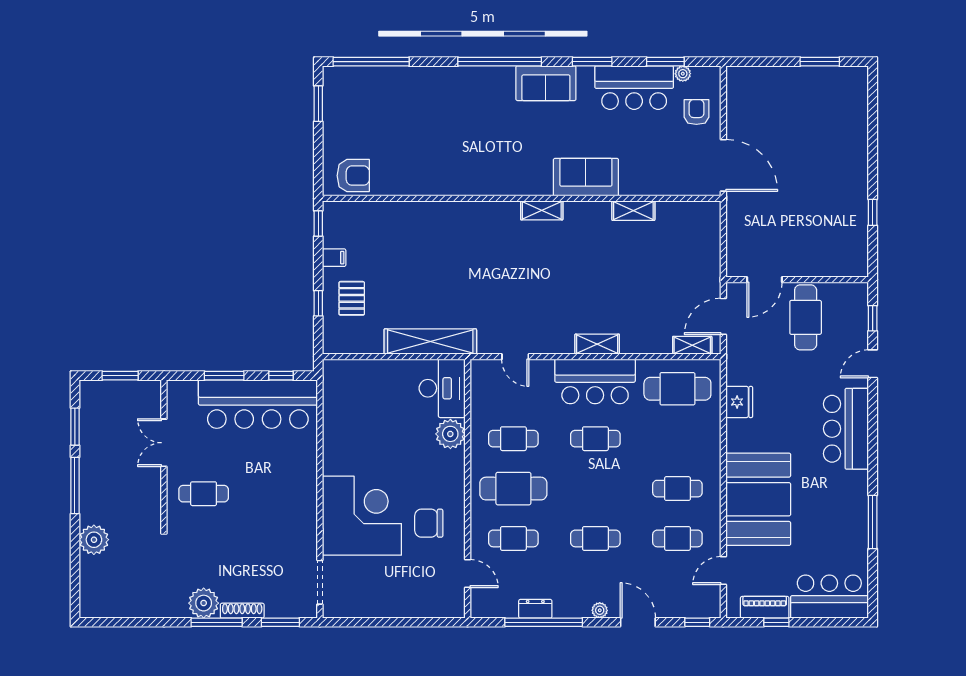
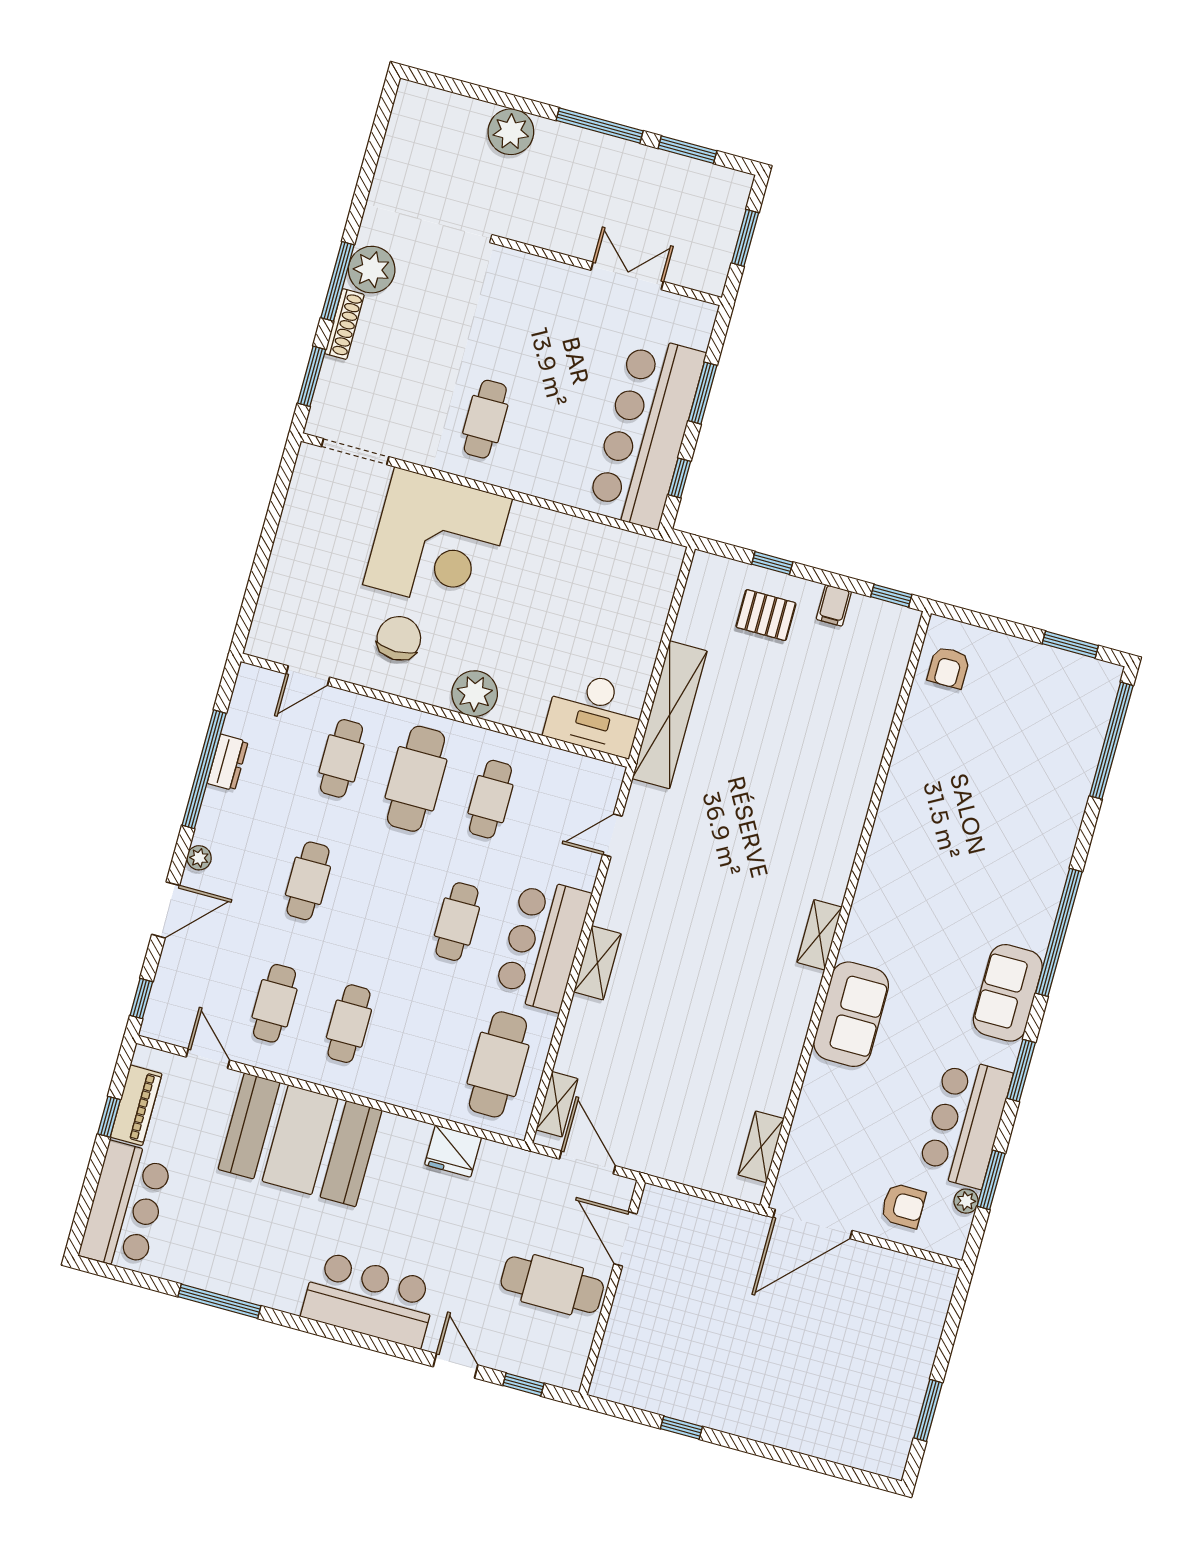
armchair: (353, 176) -> (949, 668), width x0.72, depth x0.72
shelving: (633, 211) -> (761, 1147), moved
plant: (450, 434) -> (475, 694), moved
cafe table: (204, 494) -> (485, 419), moved

